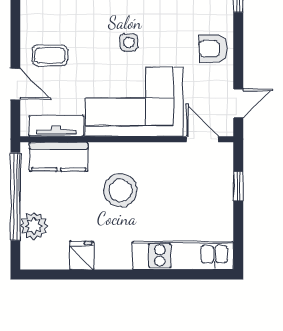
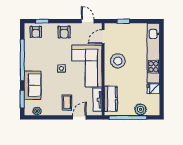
stool: (120, 190) -> (118, 61), moved
kitchen unit: (183, 256) -> (153, 53), width x1.36

